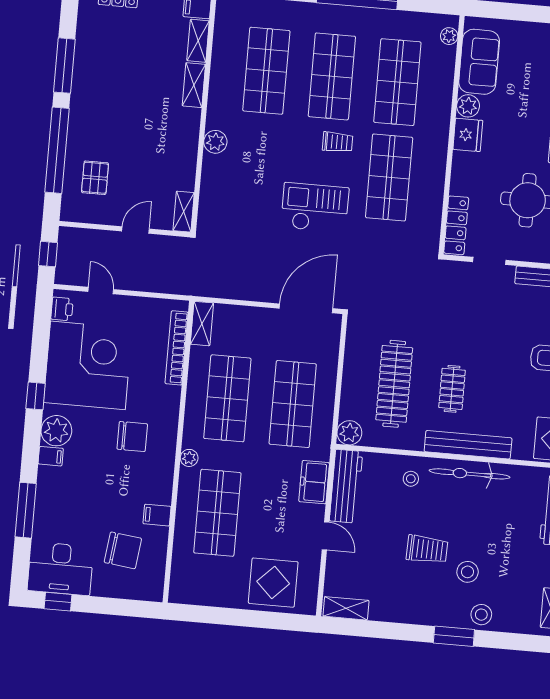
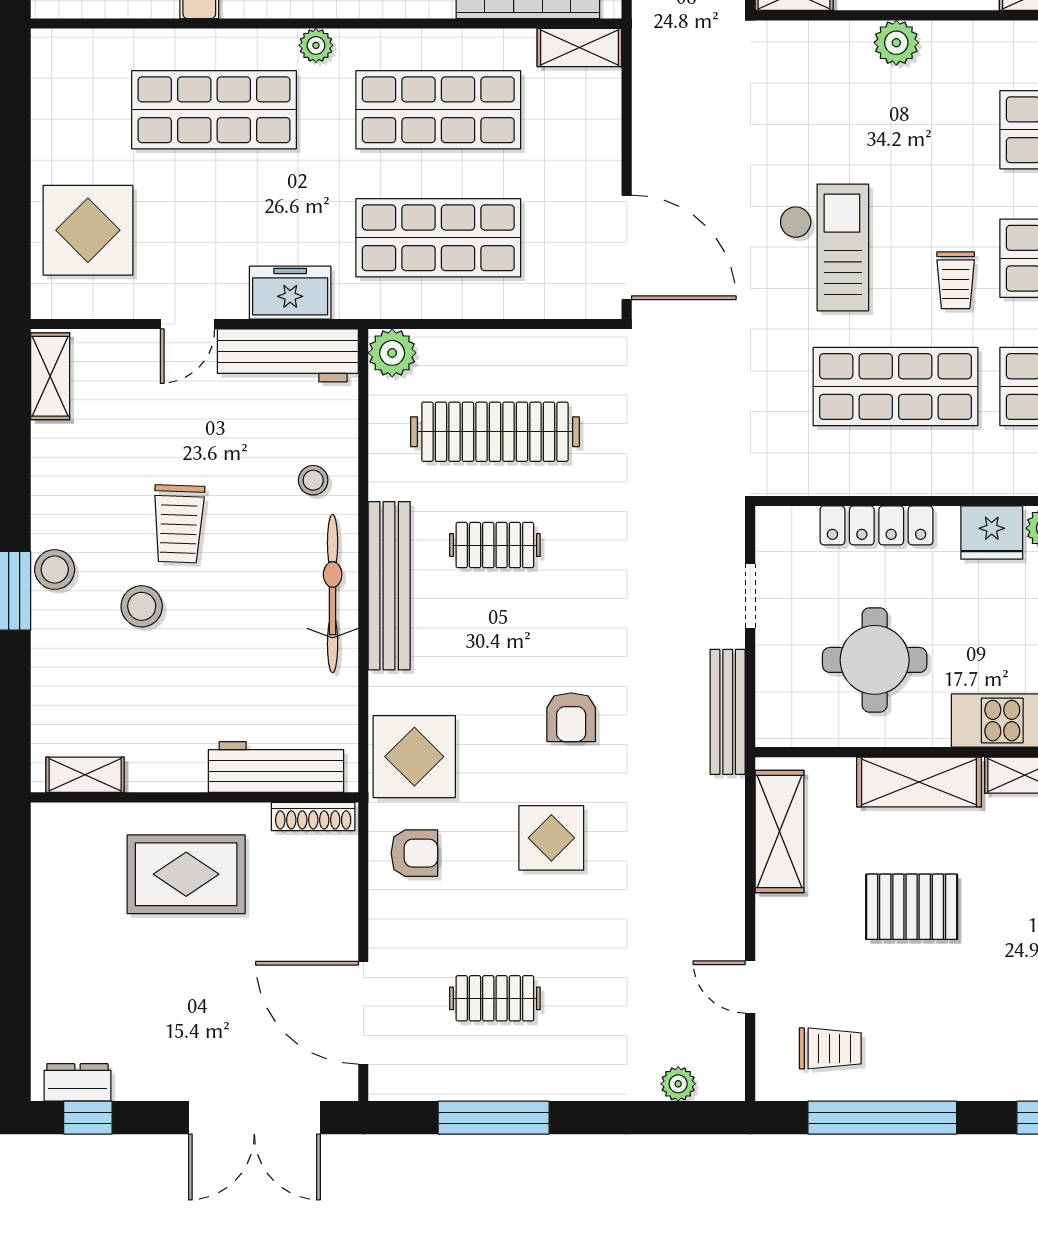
plant: (215, 142) -> (896, 43), moved
locker: (456, 225) -> (877, 525), moved
stool: (481, 615) -> (55, 569), moved

